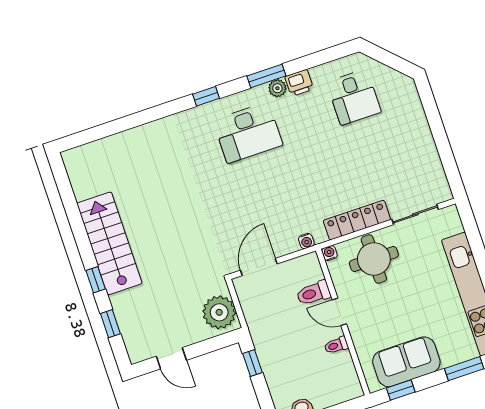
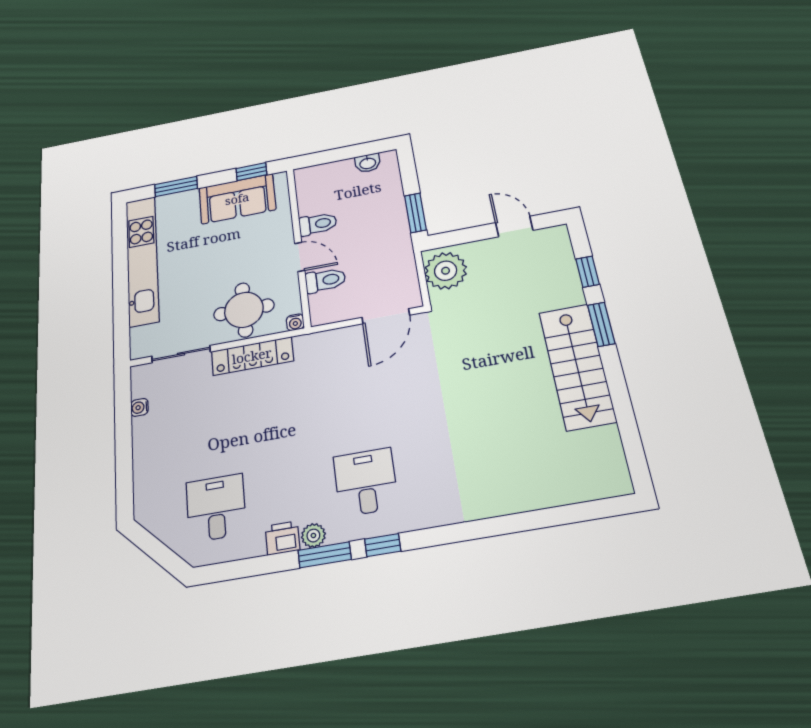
window: (206, 96) -> (383, 545), moved
desk: (248, 133) -> (366, 482), width x0.73
water cooler: (306, 241) -> (139, 407), moved, turned -90
window: (96, 280) -> (601, 324), width x1.50
toilet: (336, 345) -> (318, 224), width x1.37, depth x1.39
window: (253, 363) -> (415, 213), width x1.50

